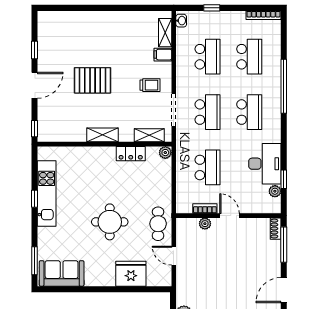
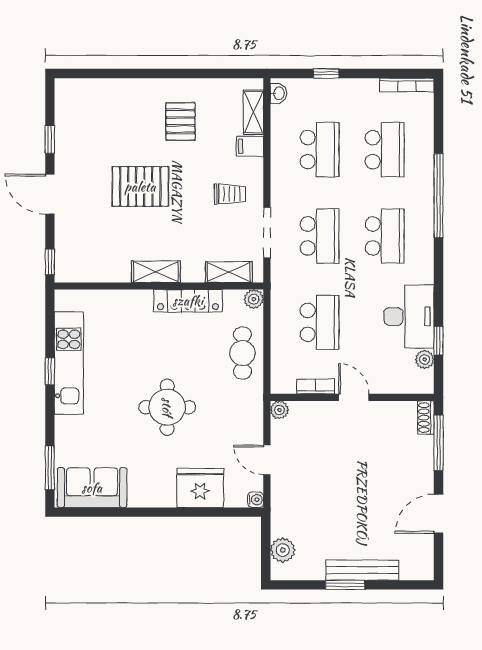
pallet: (118, 39) -> (180, 121), added
door: (35, 85) -> (50, 194), swing flipped
locker: (131, 154) -> (188, 301), width x1.53
cafe table: (158, 224) -> (242, 353), moved
plant: (205, 224) -> (279, 410), moved
water cooler: (166, 281) -> (256, 500), added

